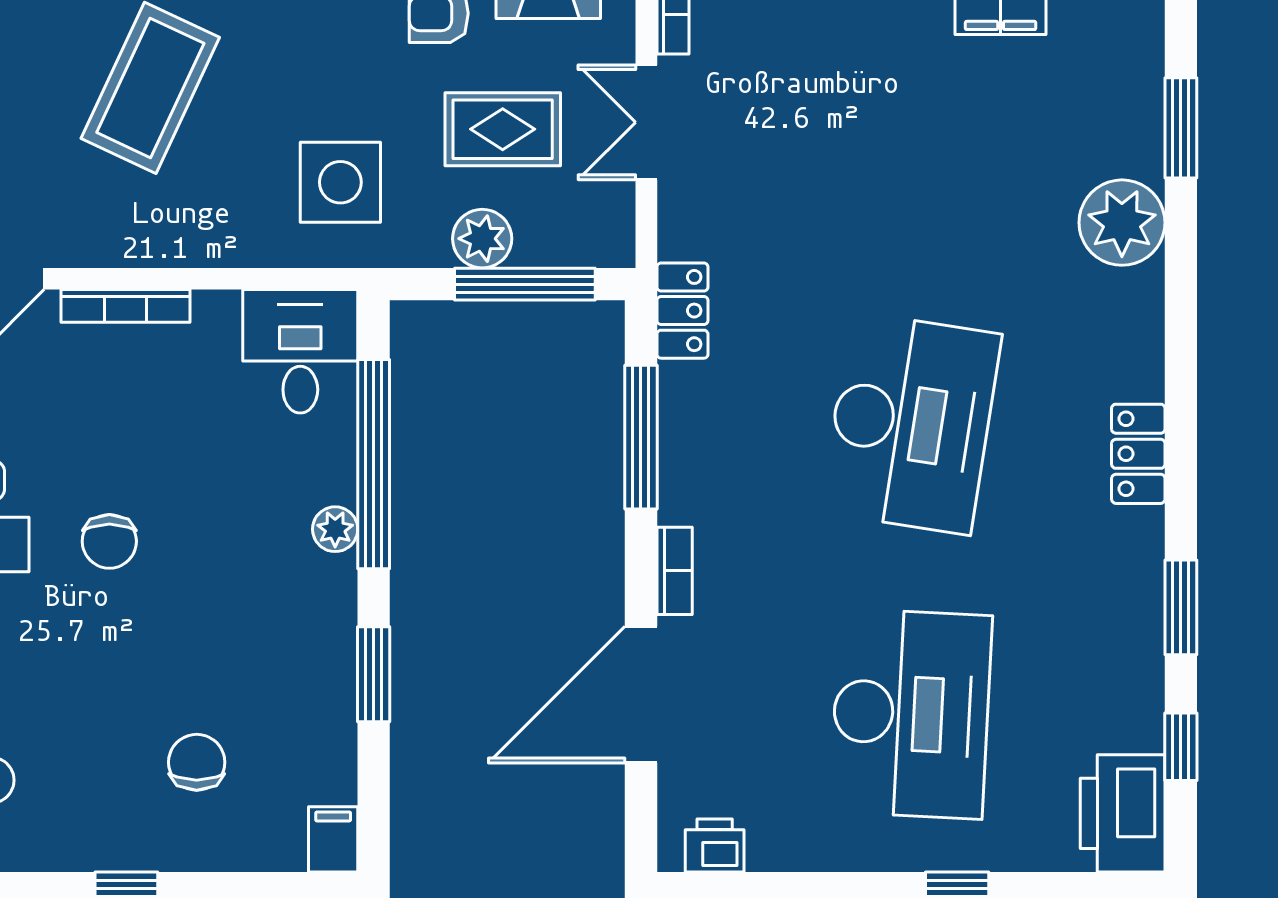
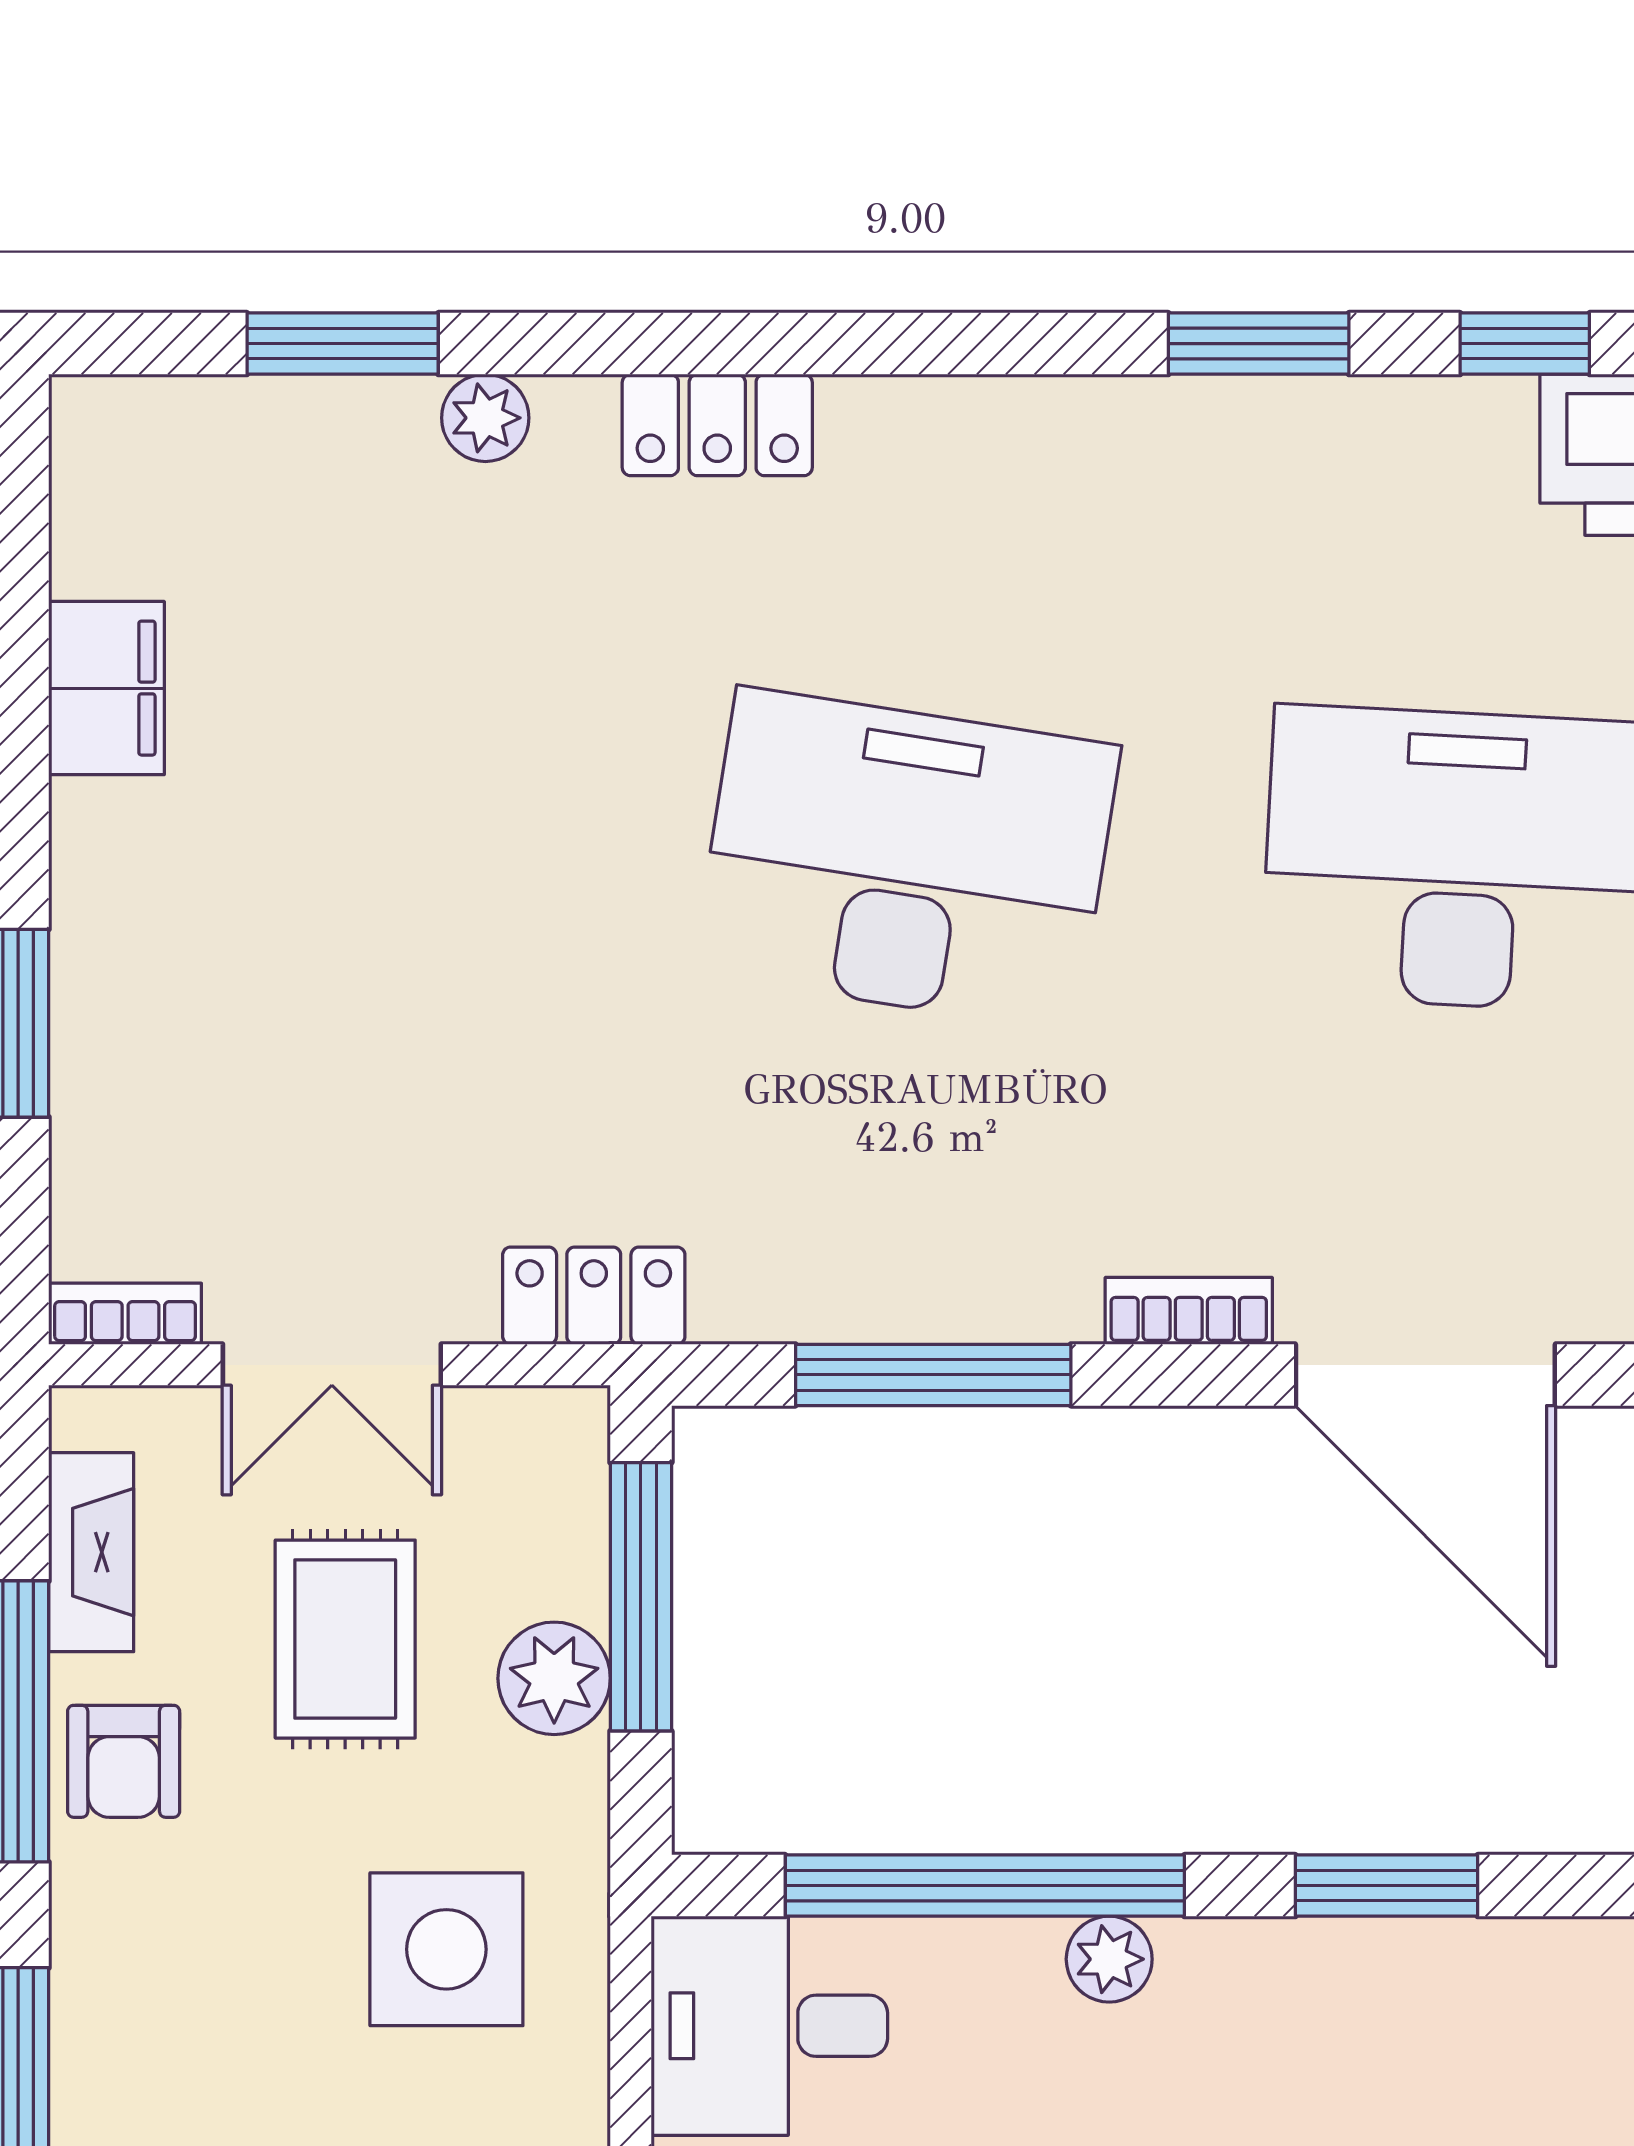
plant: (1122, 223) -> (485, 418), width x0.53, depth x0.53
locker: (682, 311) -> (594, 1296), moved
locker: (1138, 454) -> (717, 425), moved

